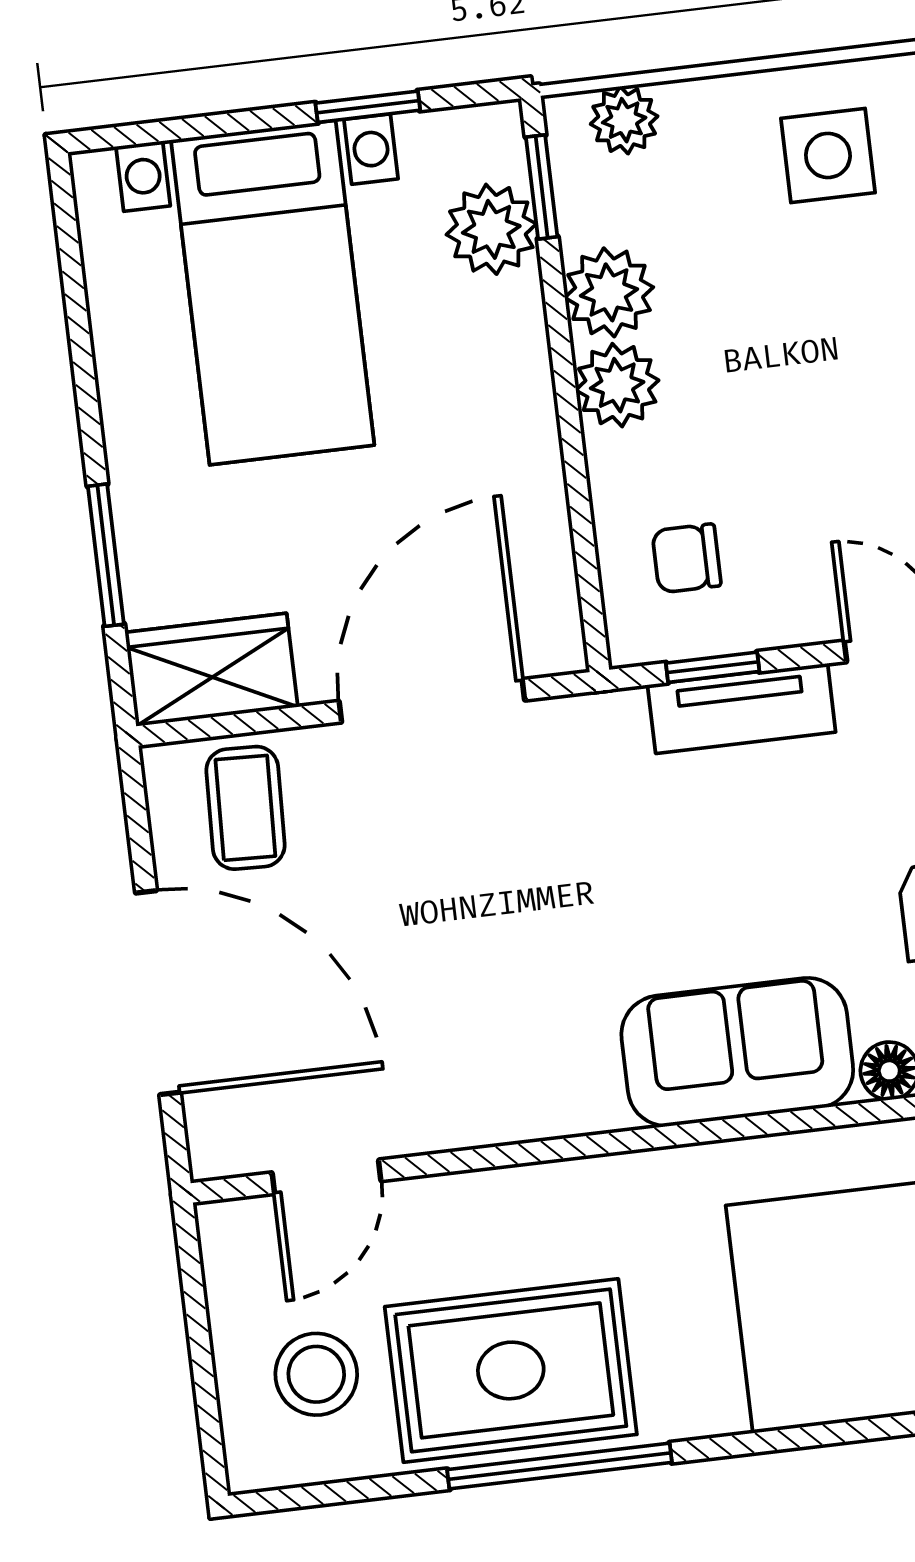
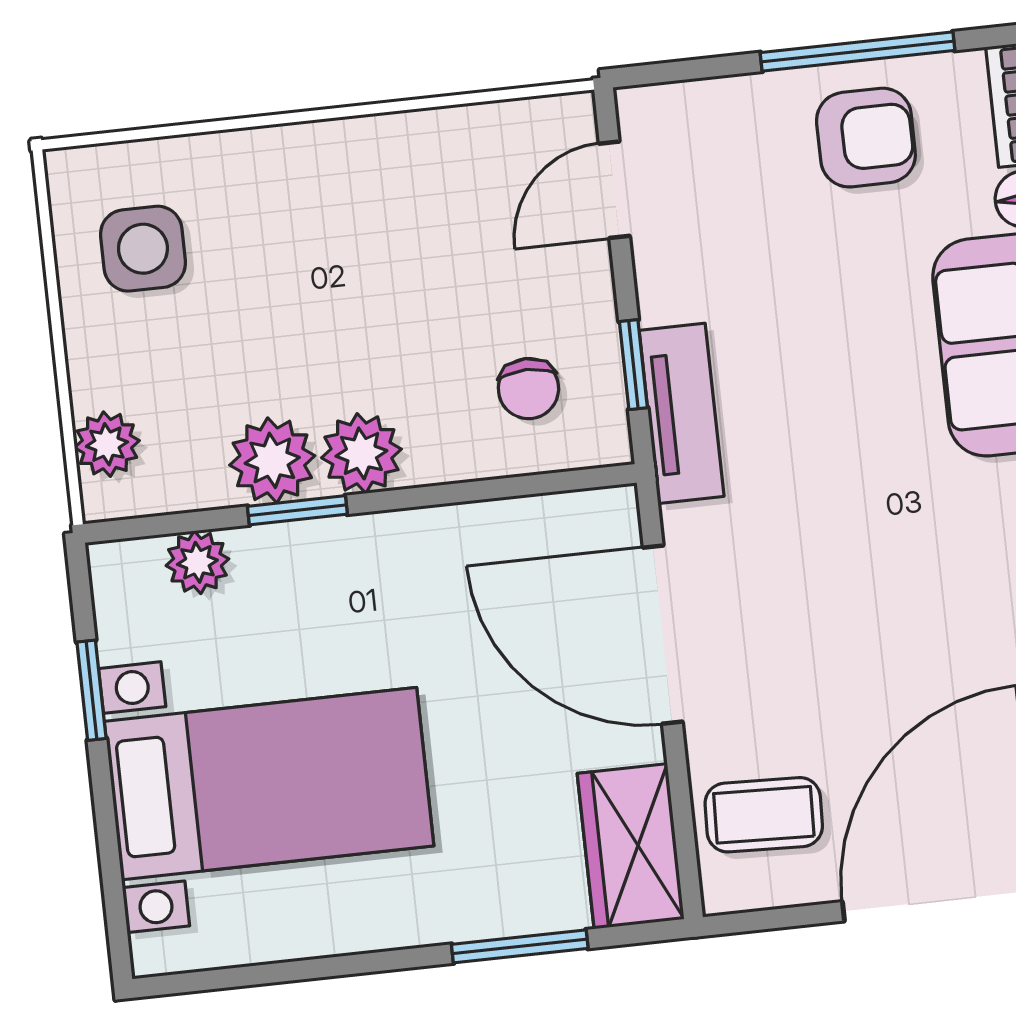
window: (542, 187) -> (297, 510), moved
plant: (491, 229) -> (197, 562), width x0.73, depth x0.73
tv unit: (742, 708) -> (682, 413), moved

